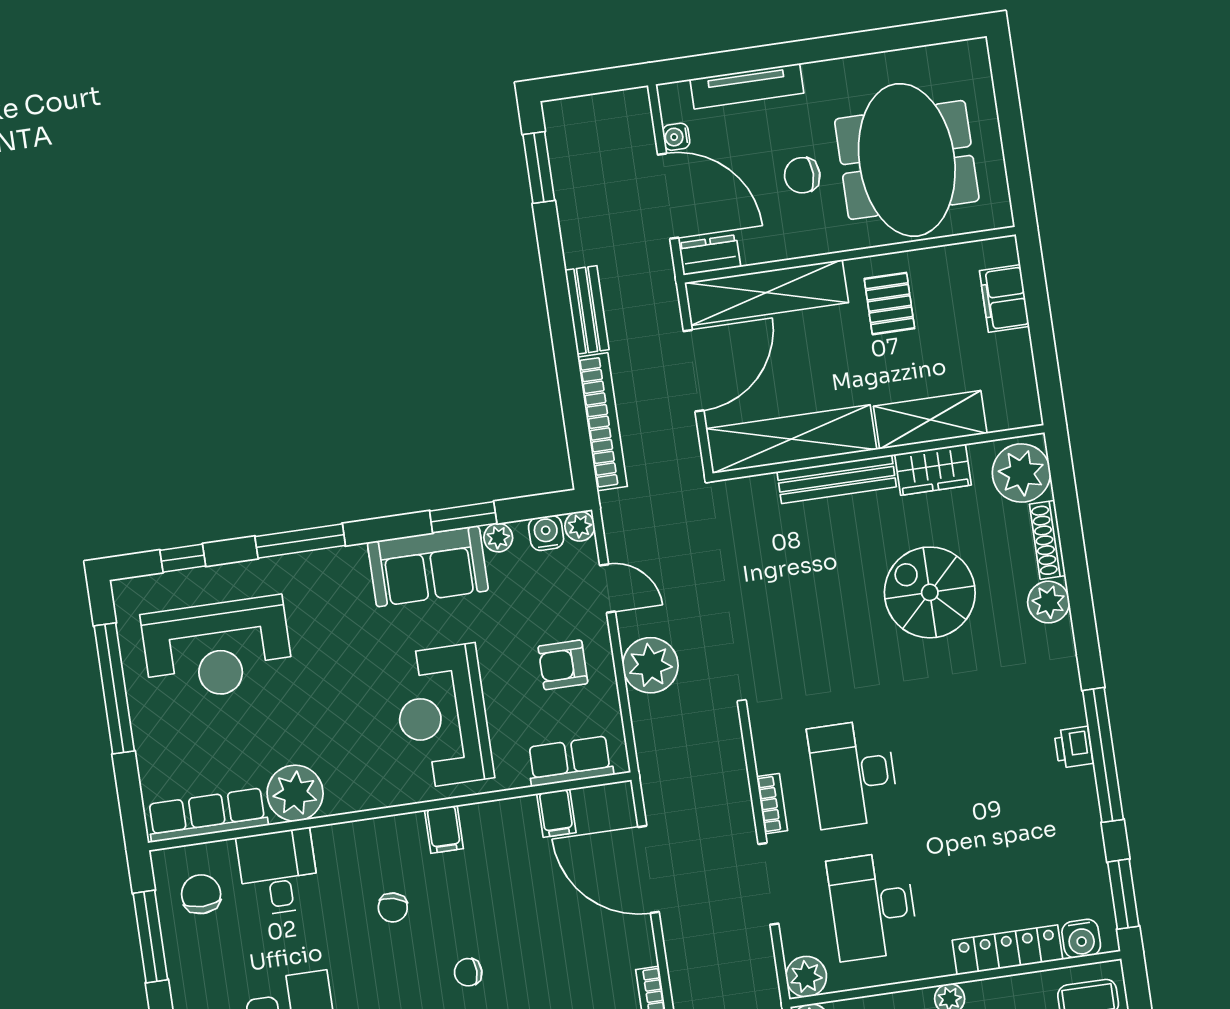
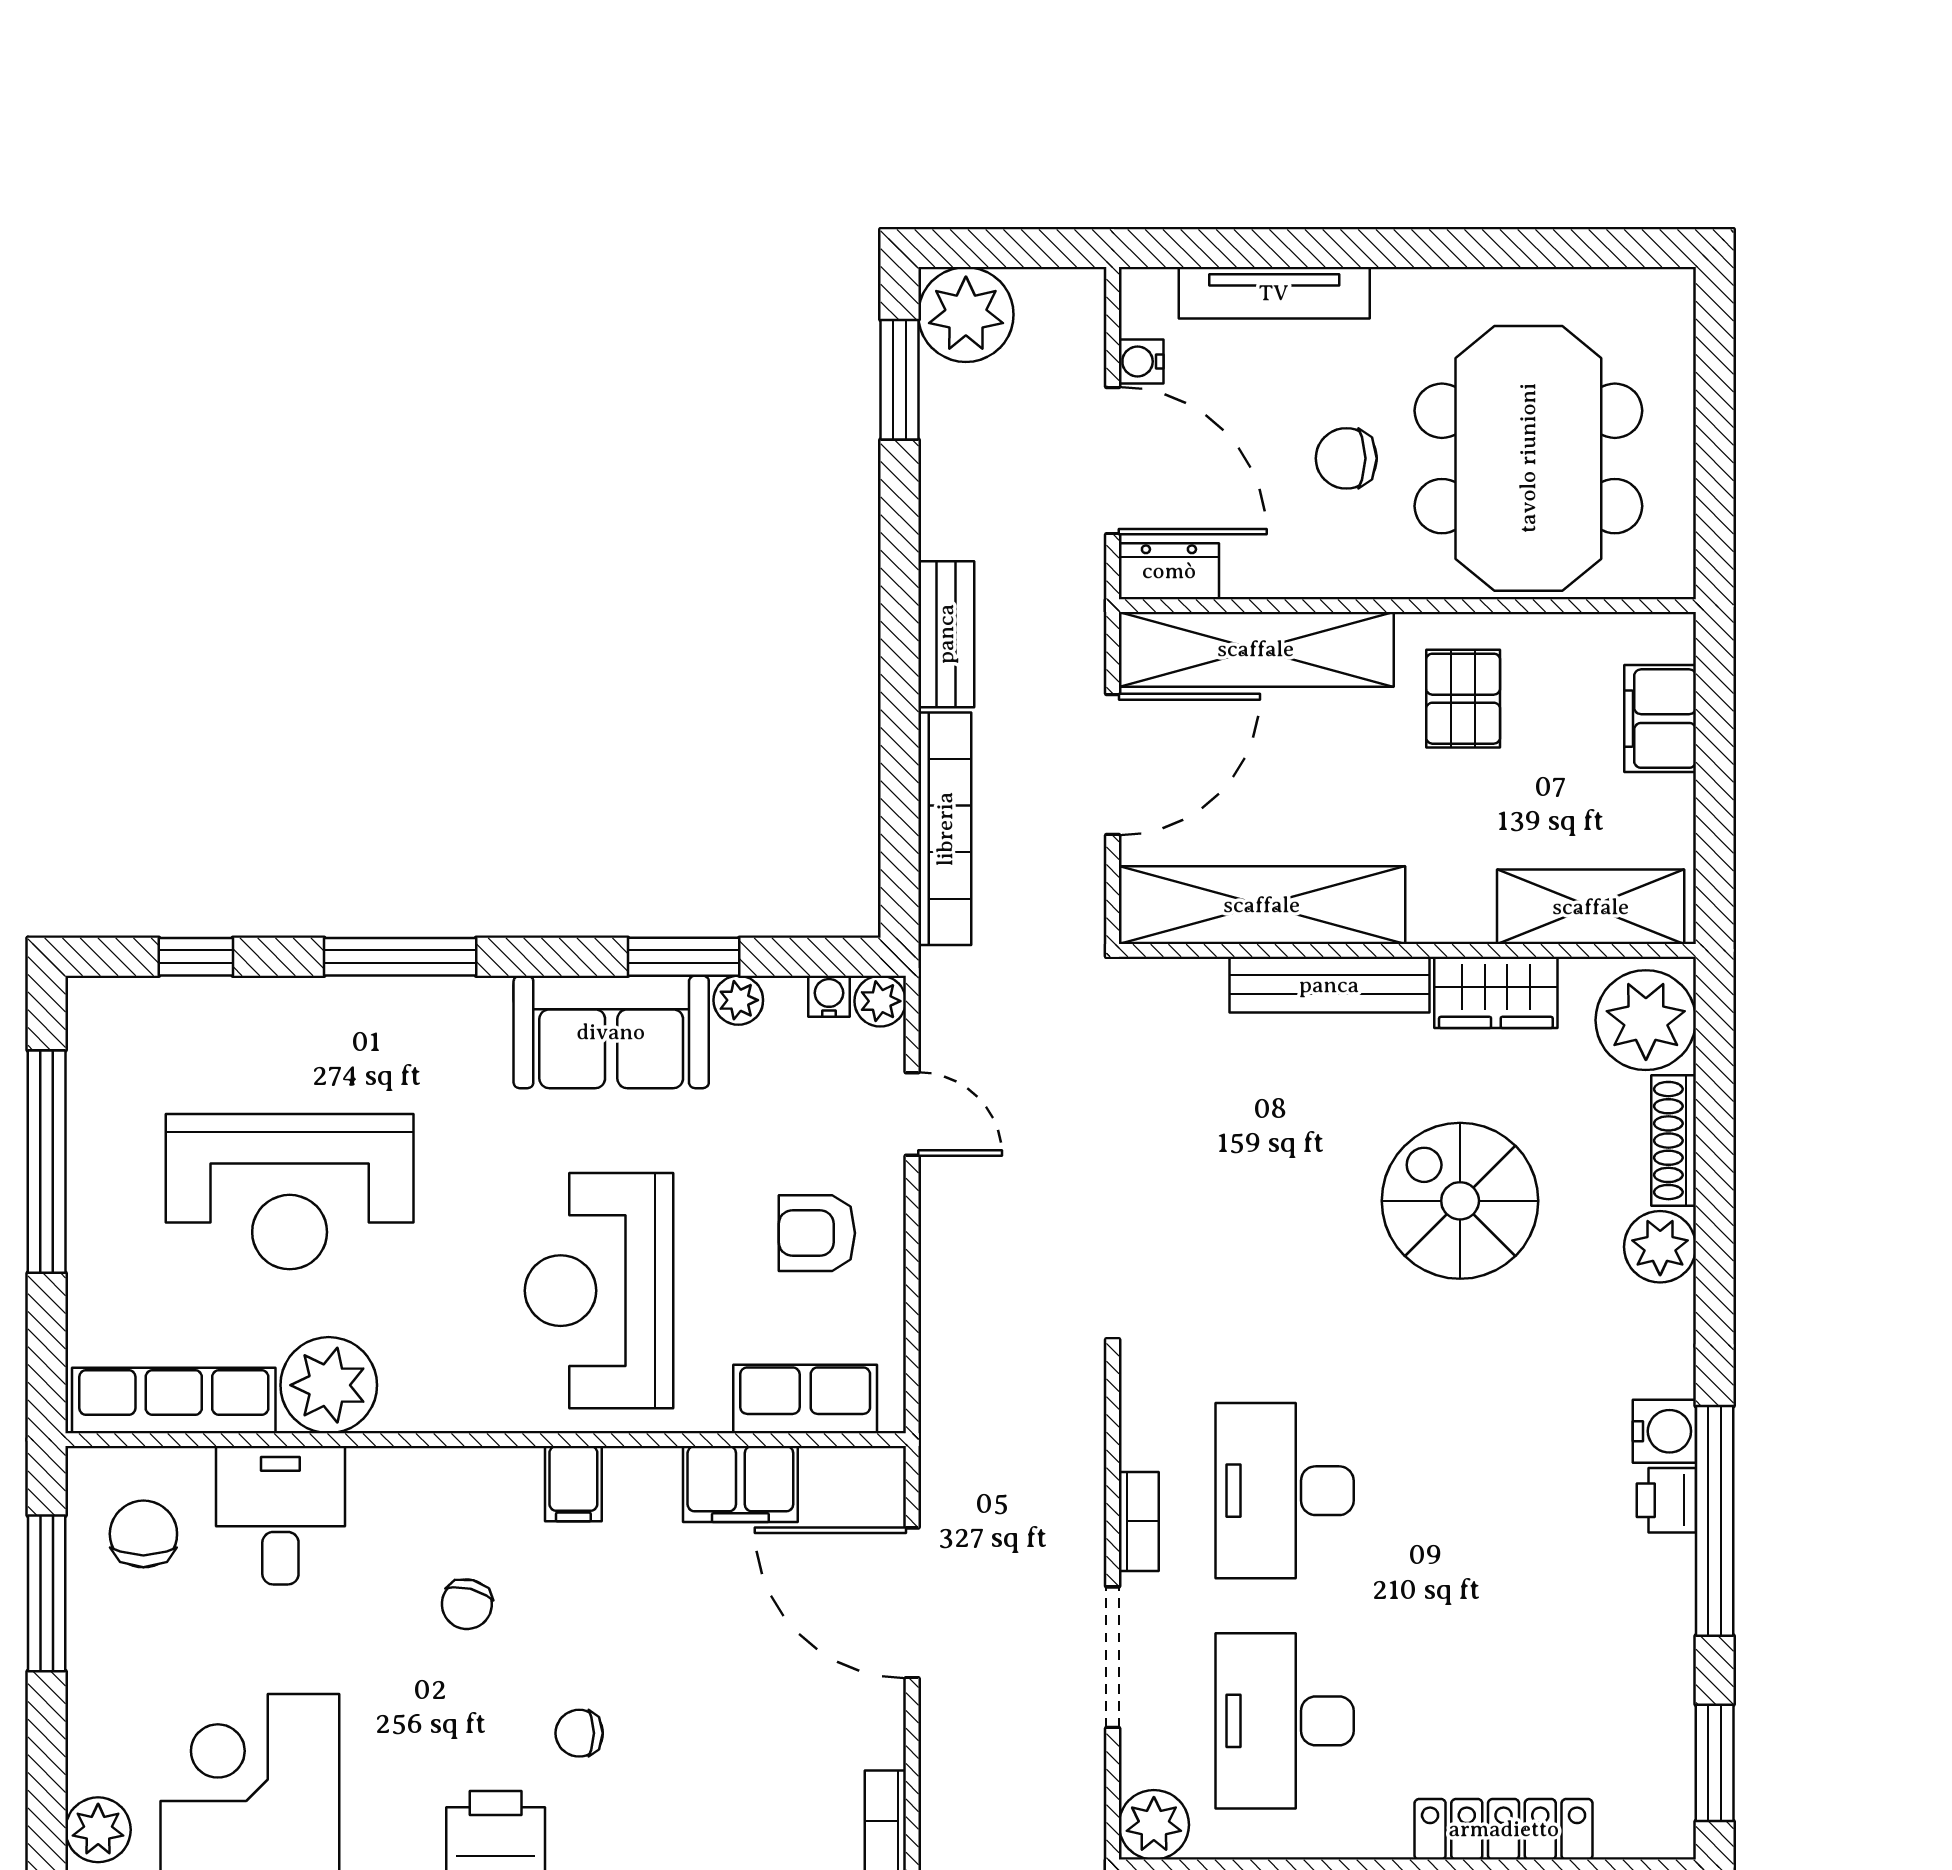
shelving: (930, 420) -> (1591, 907), moved
water cooler: (546, 533) -> (829, 996), width x0.72, depth x0.72
reception desk: (217, 649) -> (290, 1192), moved
plant: (650, 665) -> (966, 315), moved
filing cabinet: (556, 813) -> (740, 1484), width x2.00
water cooler: (1081, 939) -> (1664, 1431), moved, turned -90

